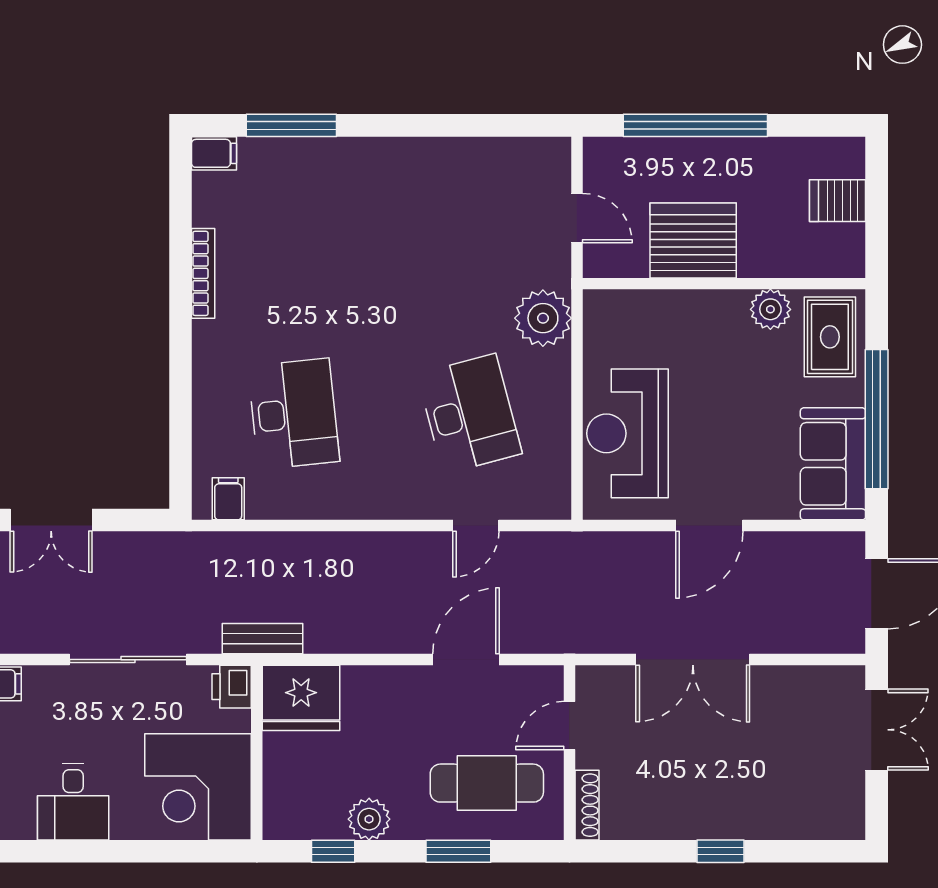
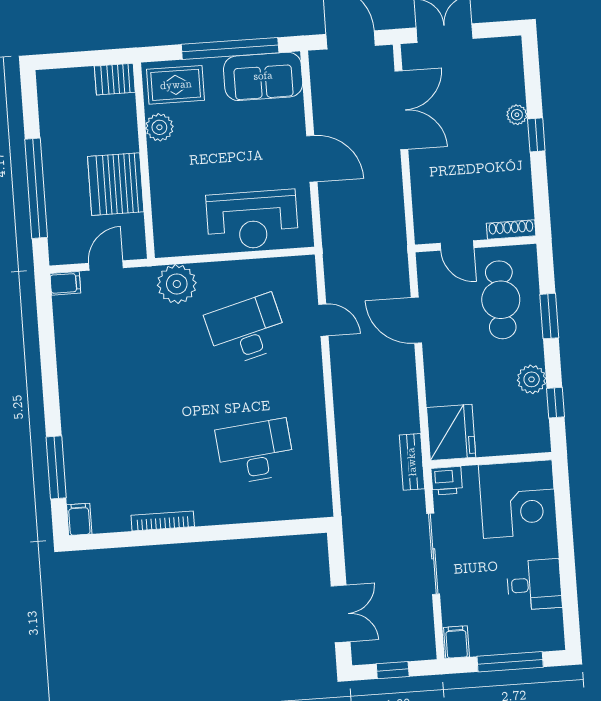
server rack: (837, 201) -> (115, 79), moved, turned 90
filing cabinet: (228, 499) -> (65, 283), moved, turned 180
double door: (693, 660) -> (401, 110), moved
plant: (752, 825) -> (517, 115), added

